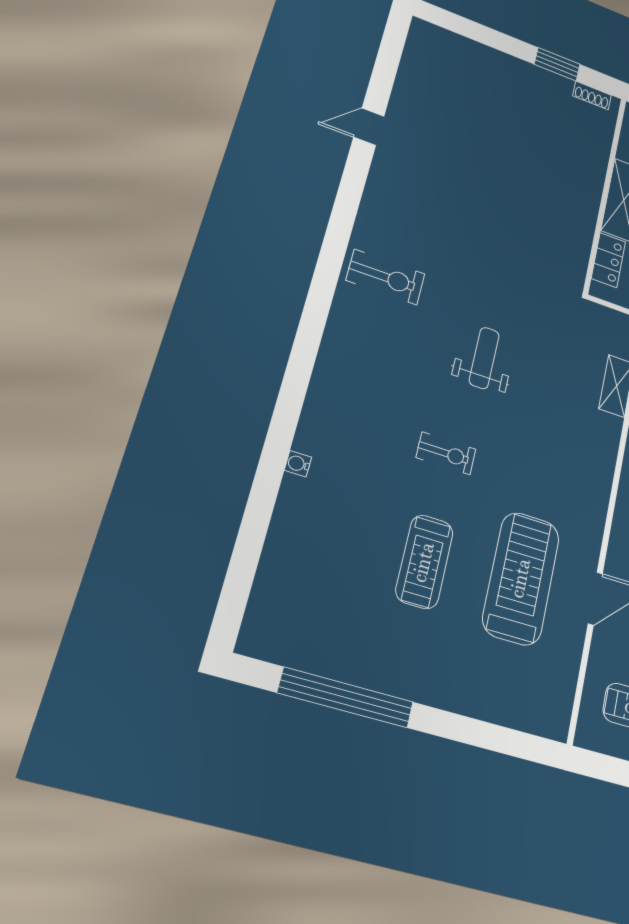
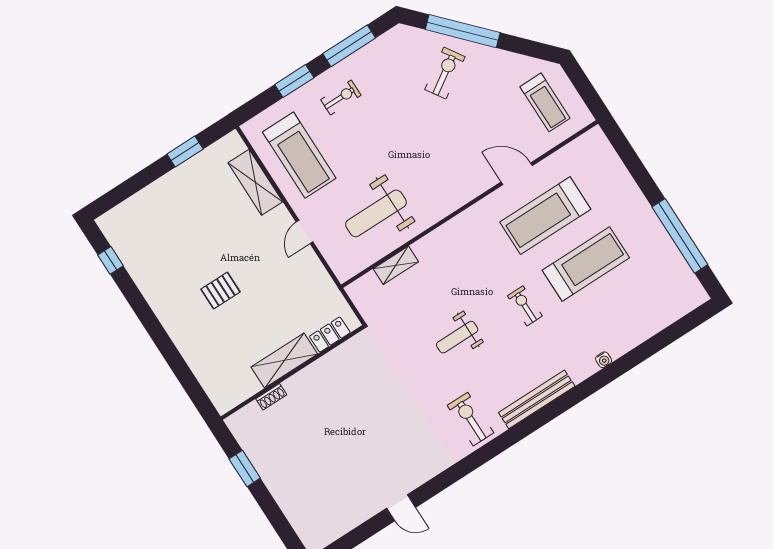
shoe rack: (592, 96) -> (271, 397), moved, turned 90
bench: (333, 355) -> (537, 399), added
treadmill: (424, 562) -> (586, 264), width x1.37, depth x1.38

